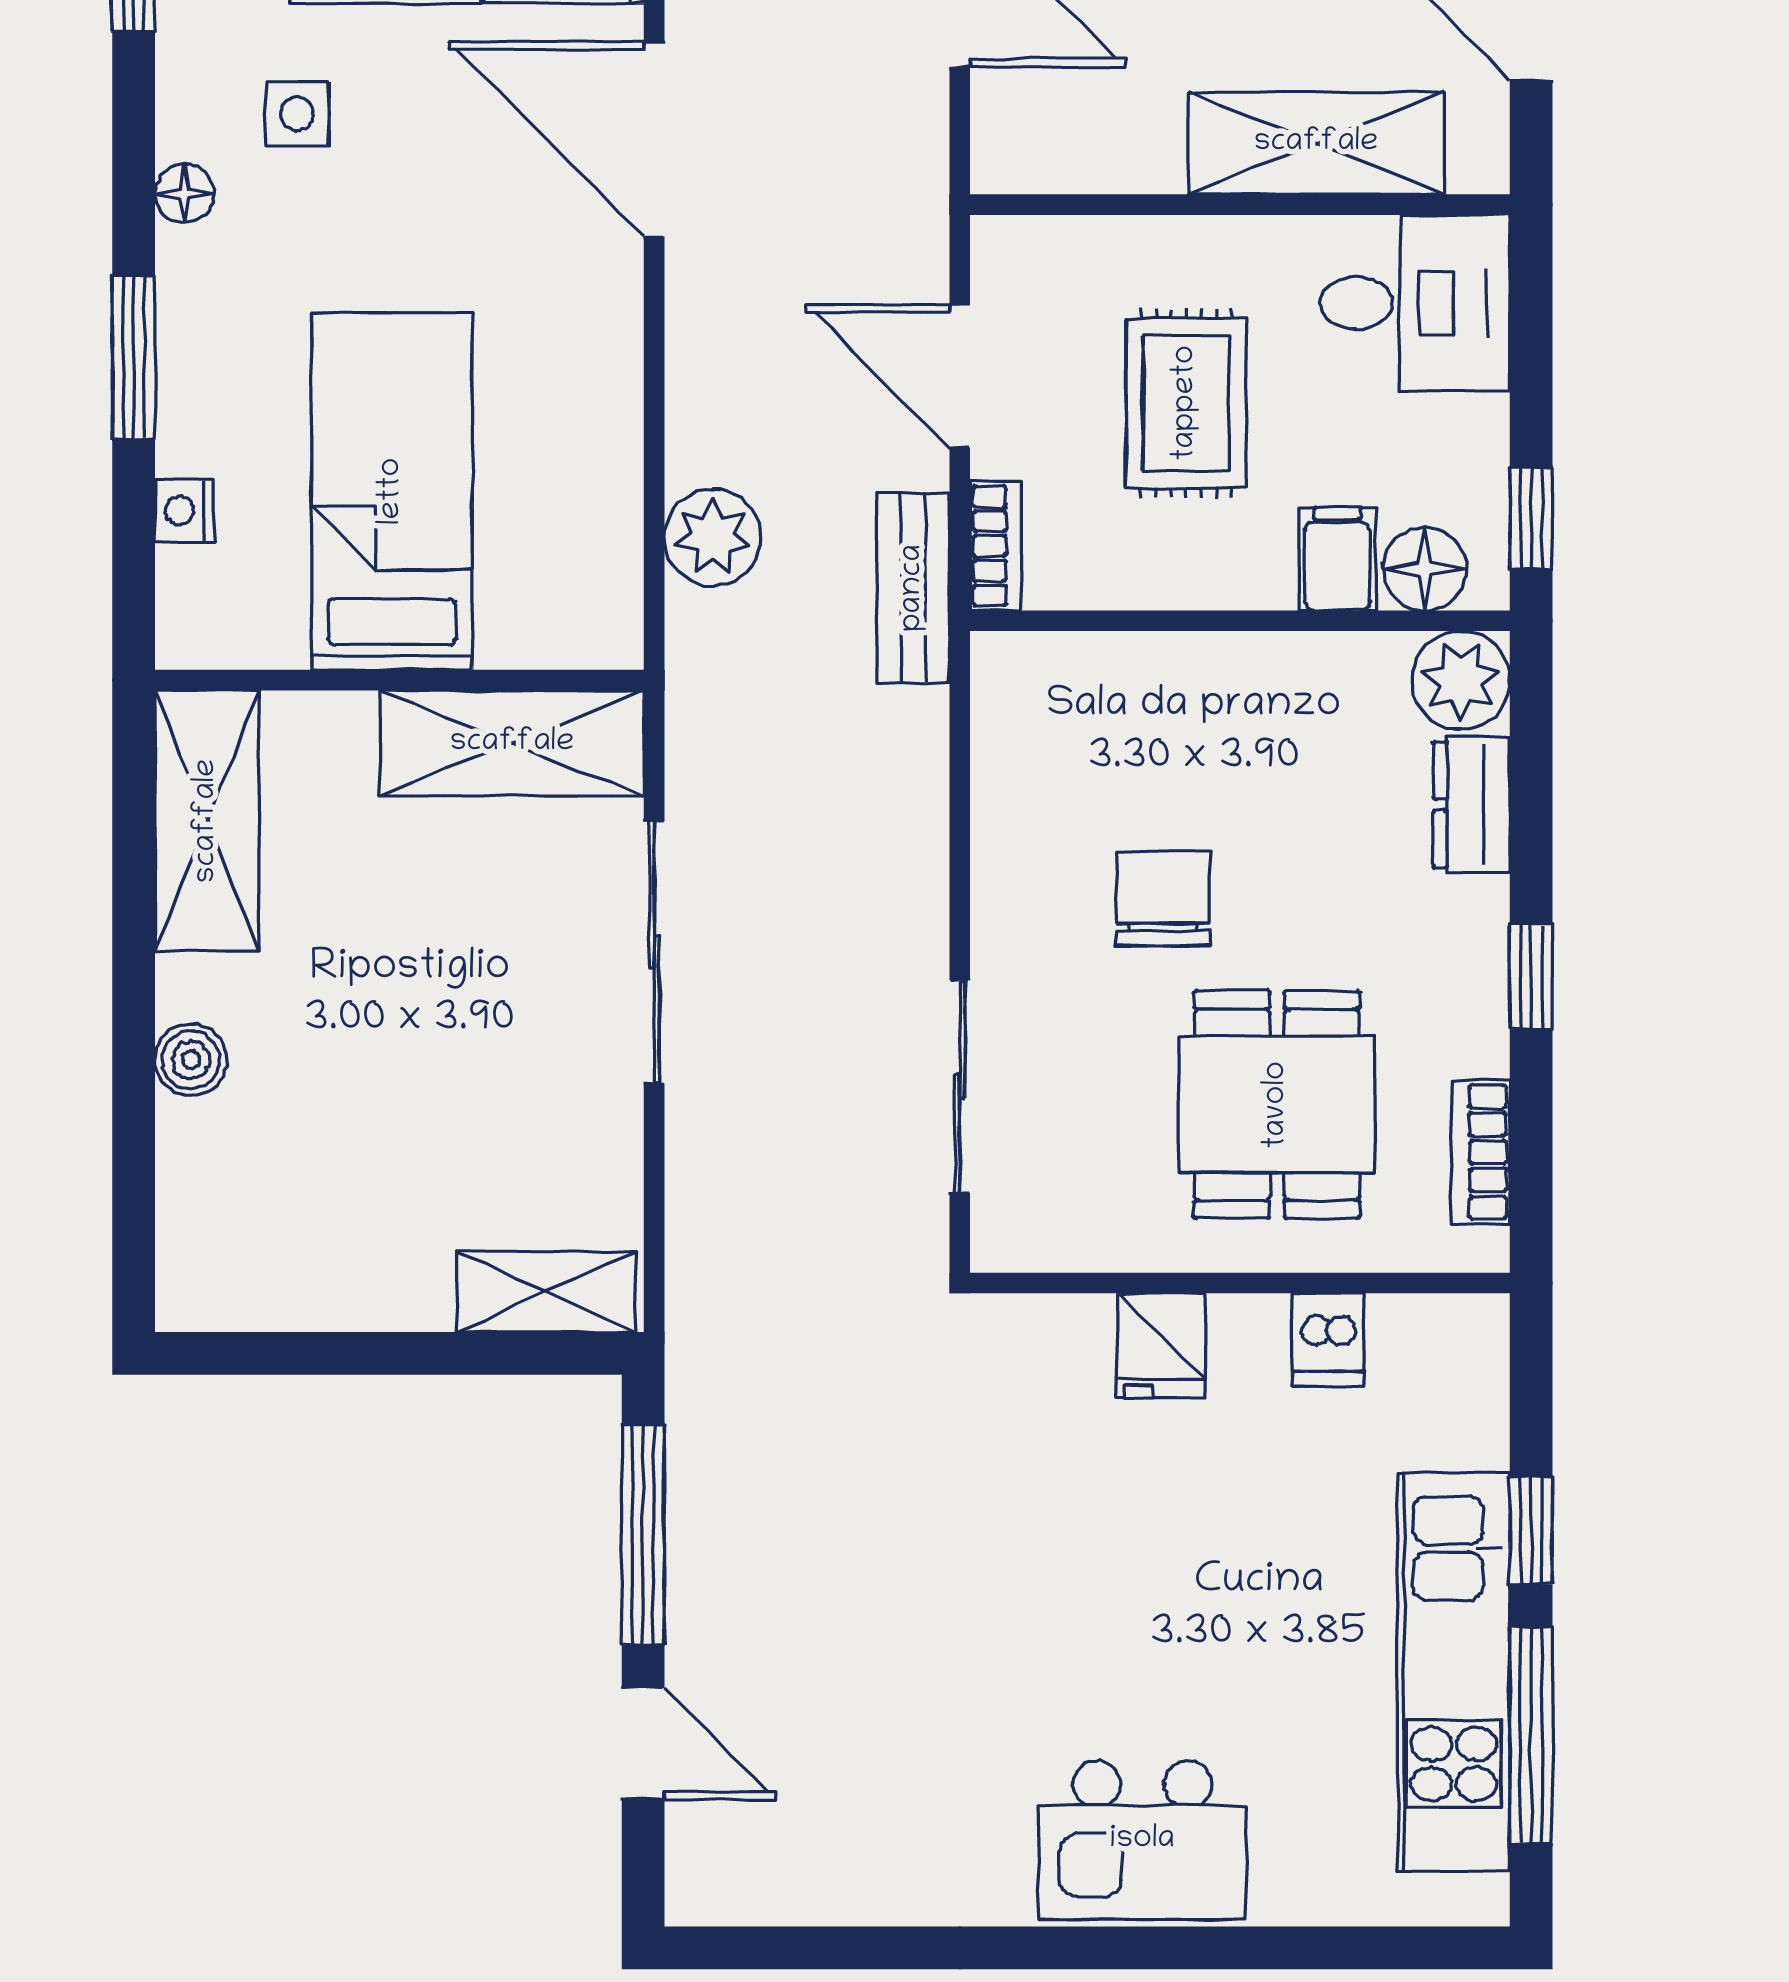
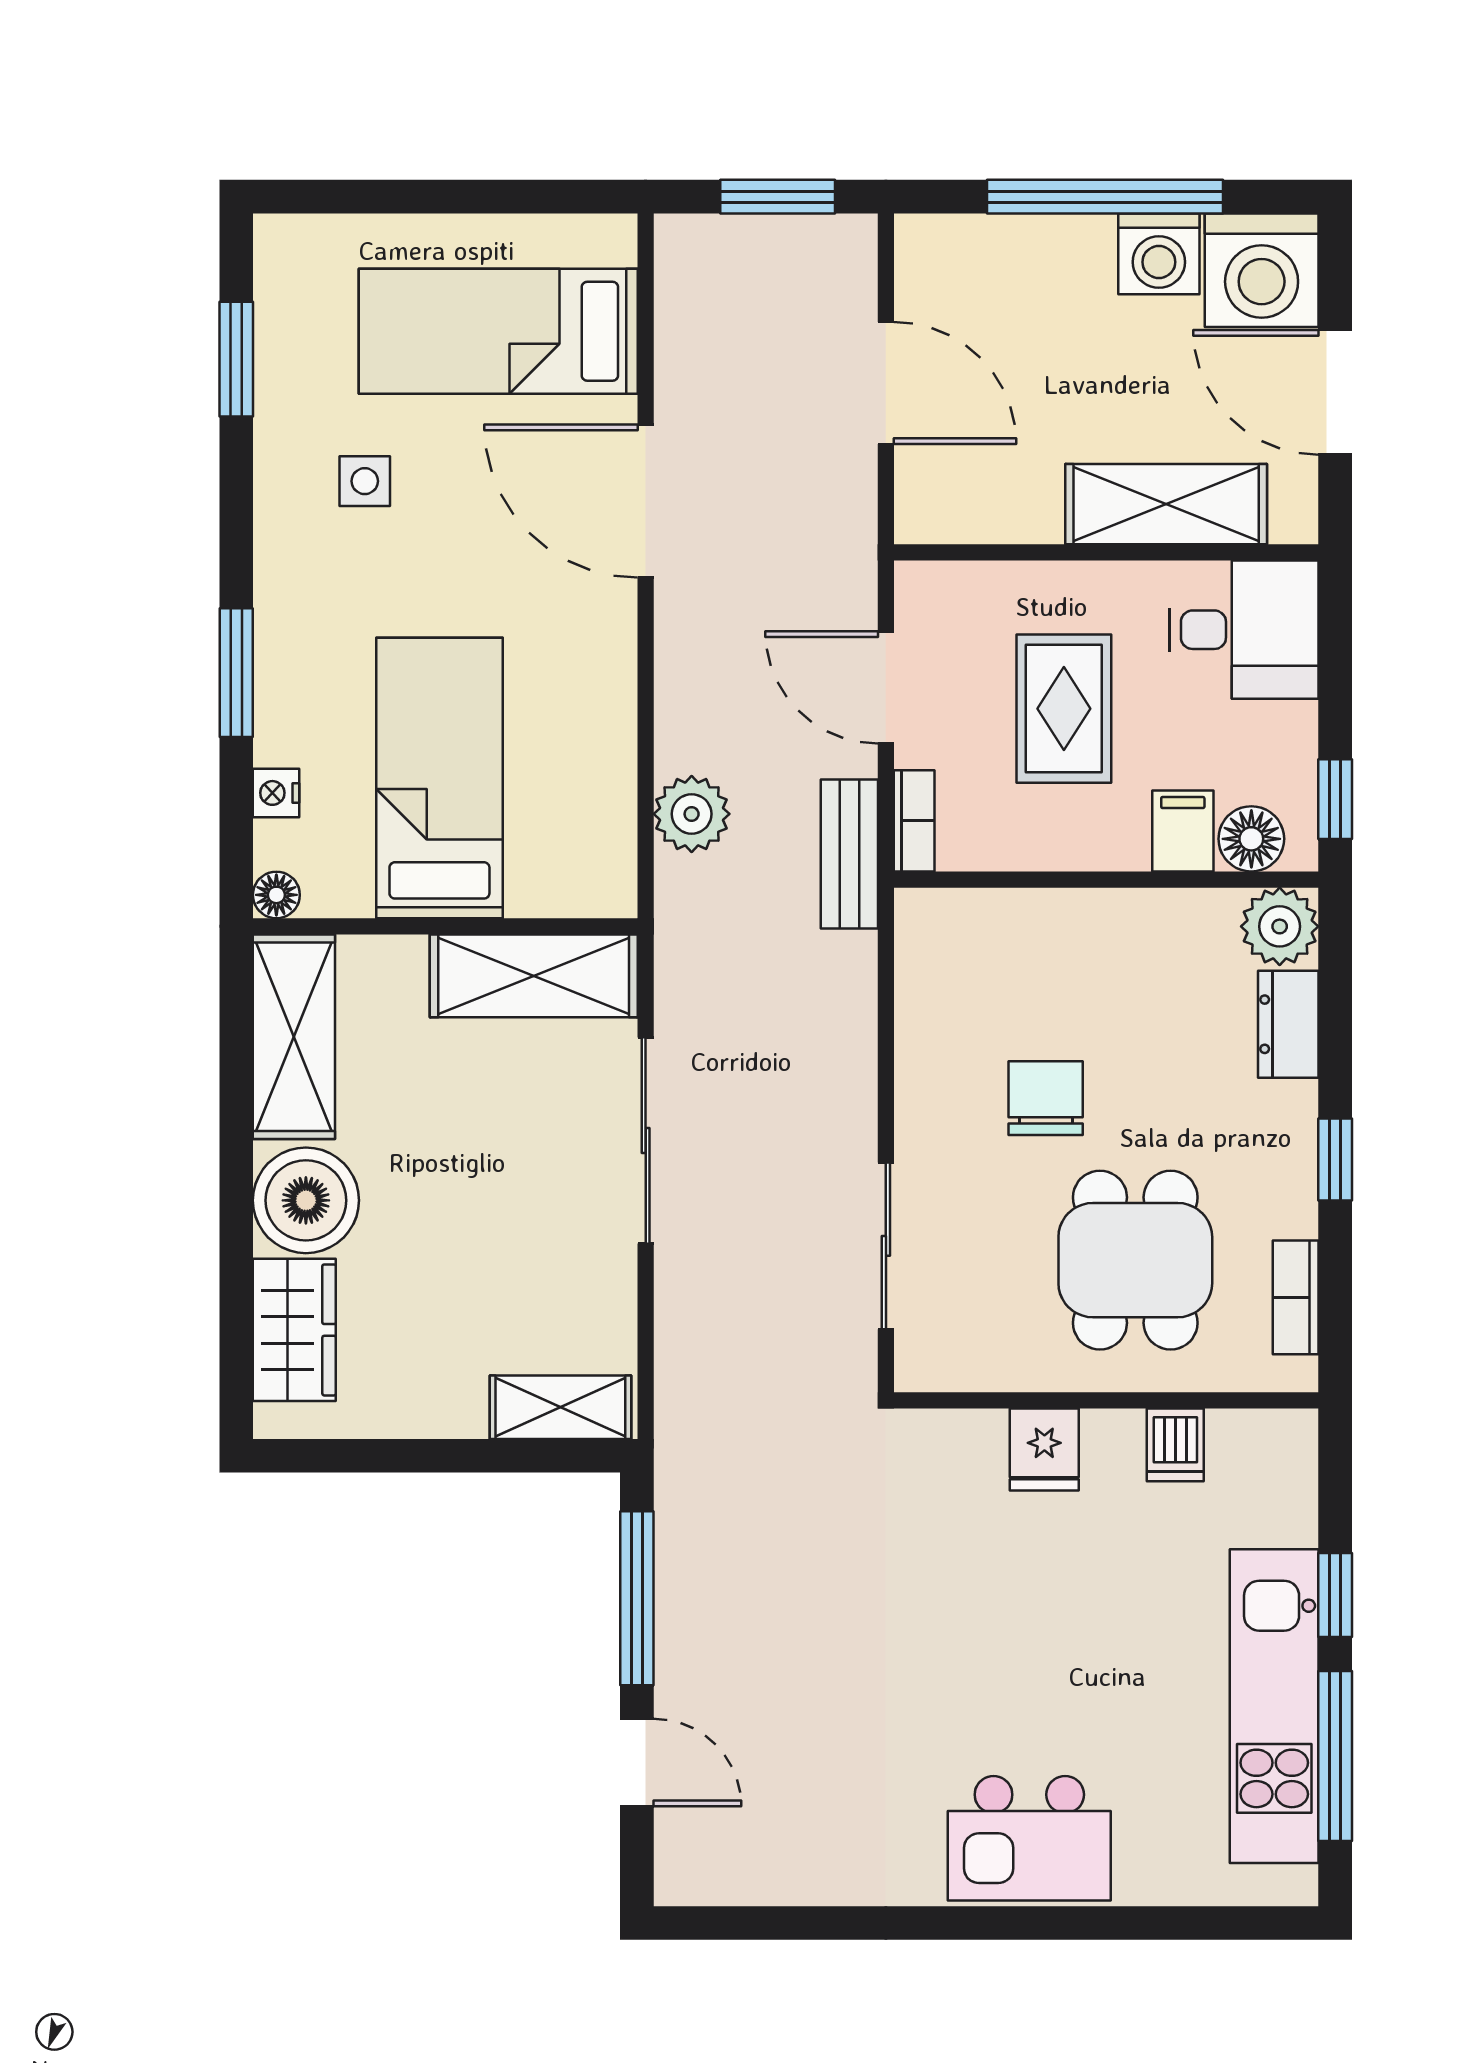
floor lamp: (185, 194) -> (276, 895), moved
boiler: (191, 1060) -> (306, 1200), width x1.86, depth x1.86
wardrobe: (207, 1193) -> (294, 1330), added

